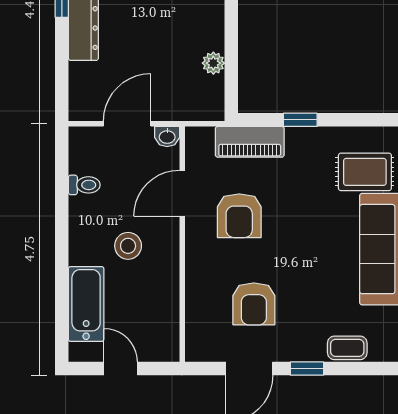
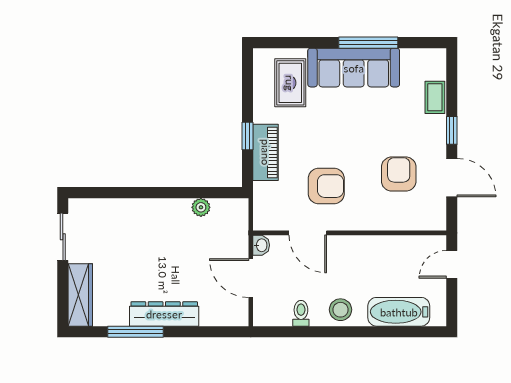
piano: (250, 142) -> (266, 152), moved
stool: (128, 246) -> (340, 310), moved
armchair: (254, 304) -> (399, 174), turned -90
door: (121, 369) -> (452, 264), moved

